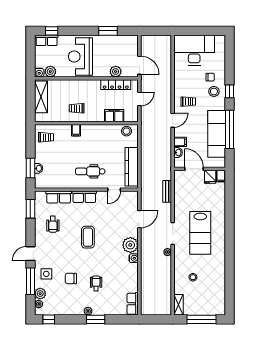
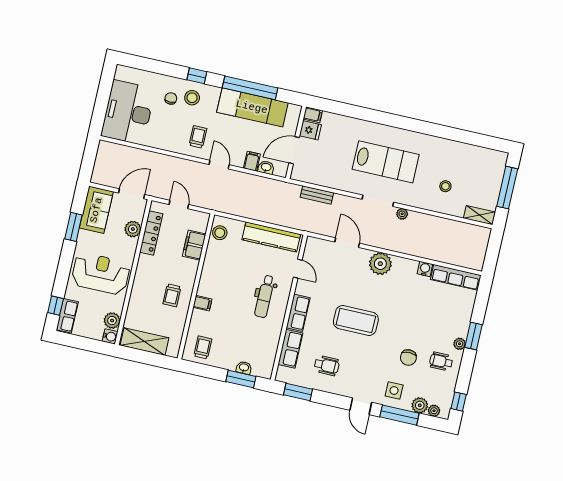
sofa: (123, 44) -> (96, 210), added
reception desk: (80, 57) -> (101, 274), turned 180
coffee table: (88, 237) -> (356, 320), width x1.36, depth x1.32
water cooler: (134, 258) -> (425, 269), moved
wheelchair: (96, 283) -> (441, 361), moved
row of seats: (133, 304) -> (456, 277), width x1.48

